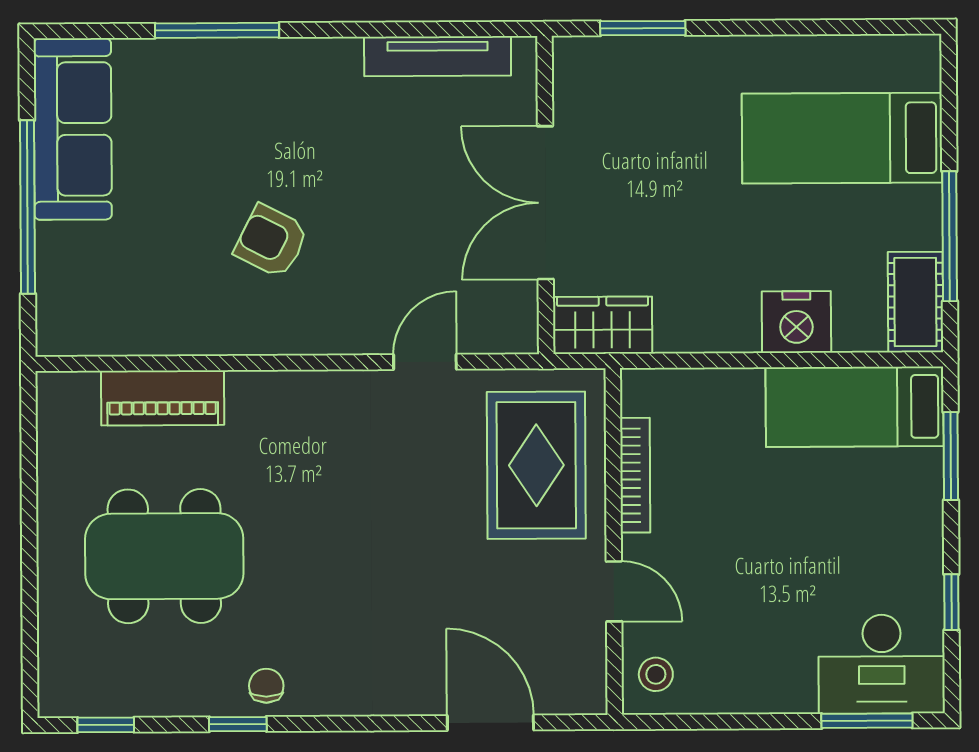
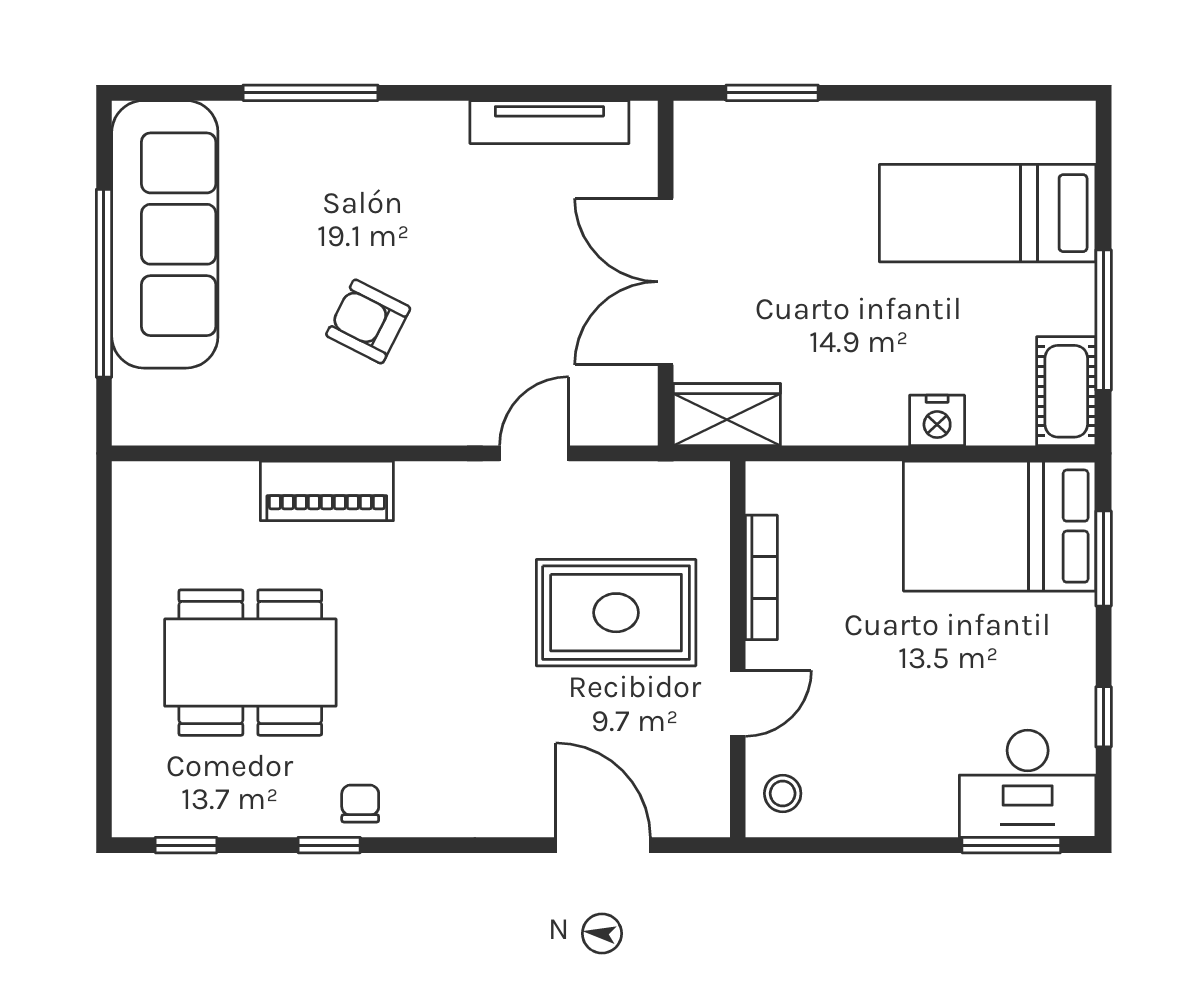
sofa: (73, 129) -> (165, 234), width x1.36, depth x1.27
nightstand: (796, 322) -> (937, 420), width x0.74, depth x0.75
piano: (163, 398) -> (327, 491), moved
bed: (855, 407) -> (1000, 526), width x1.50
rug: (536, 465) -> (616, 613), moved, turned 90
door: (614, 591) -> (738, 703), hinge flipped

